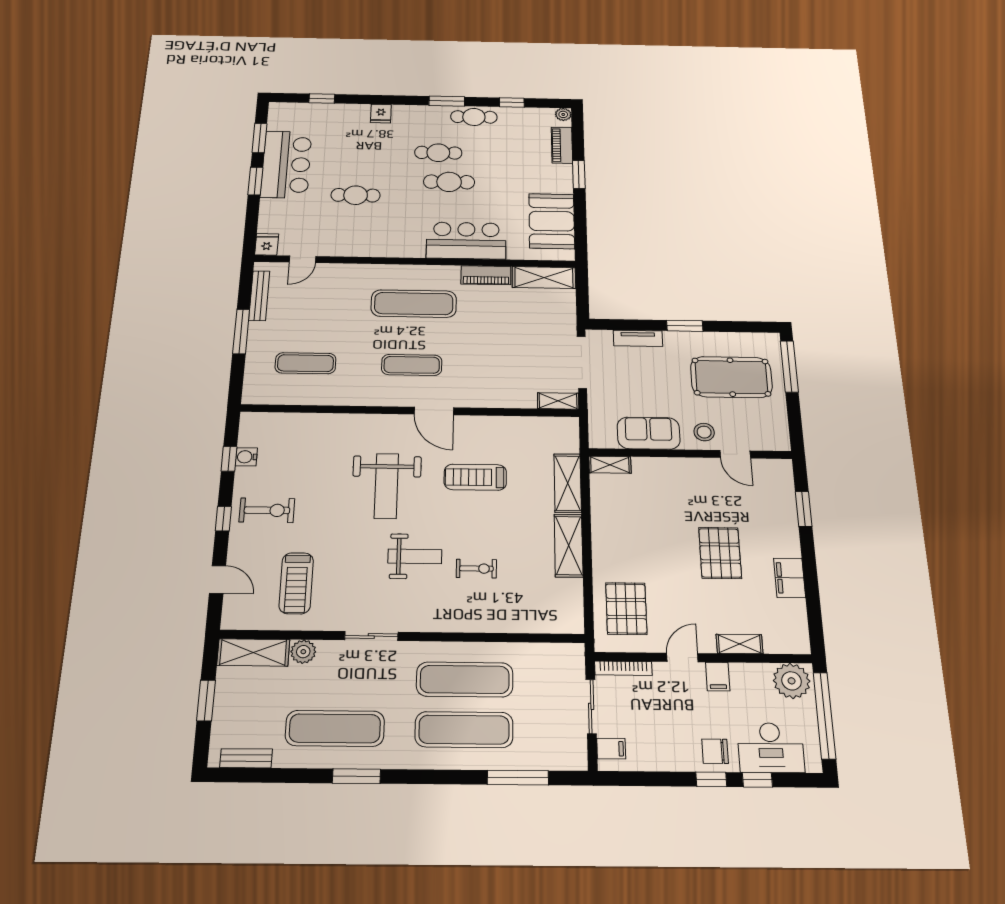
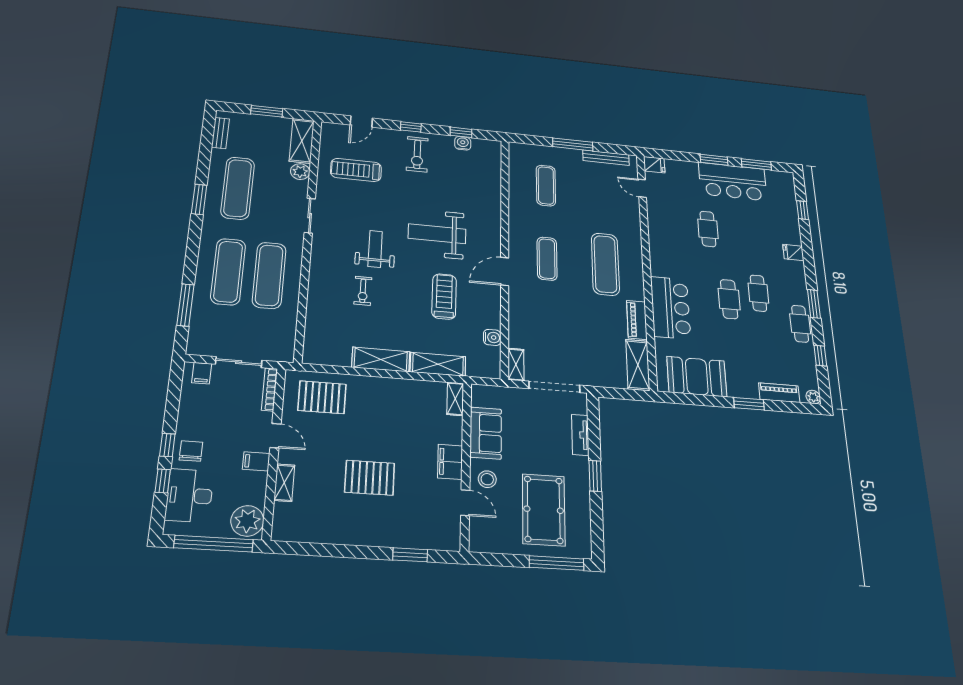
water cooler: (525, 425) -> (492, 337), added
door: (735, 454) -> (465, 503), swing flipped
weight bench: (415, 556) -> (375, 249), turned 180
filing cabinet: (790, 578) -> (450, 462), moved, turned -90

